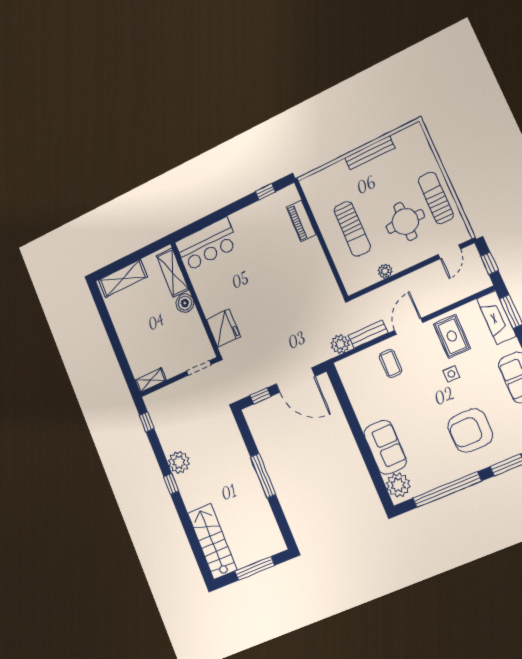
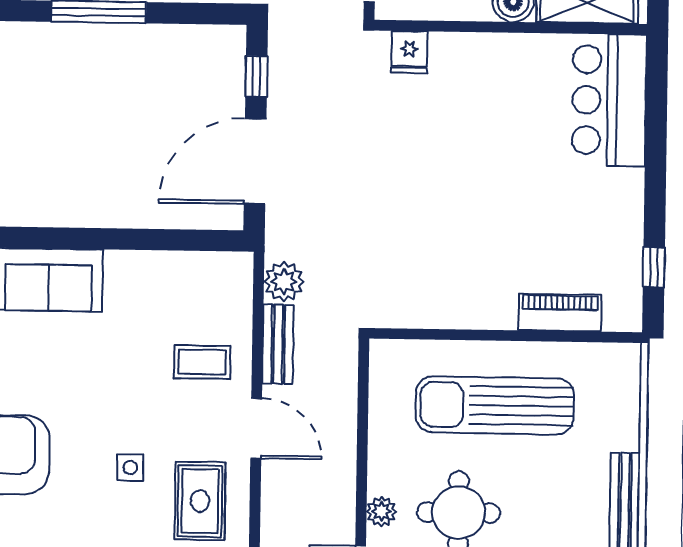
sun lounger: (352, 229) -> (495, 405), width x1.36, depth x1.34
plant: (385, 271) -> (381, 512), moved
fridge: (223, 328) -> (409, 52), width x0.53, depth x0.75
rug: (452, 336) -> (200, 501), turned 90

